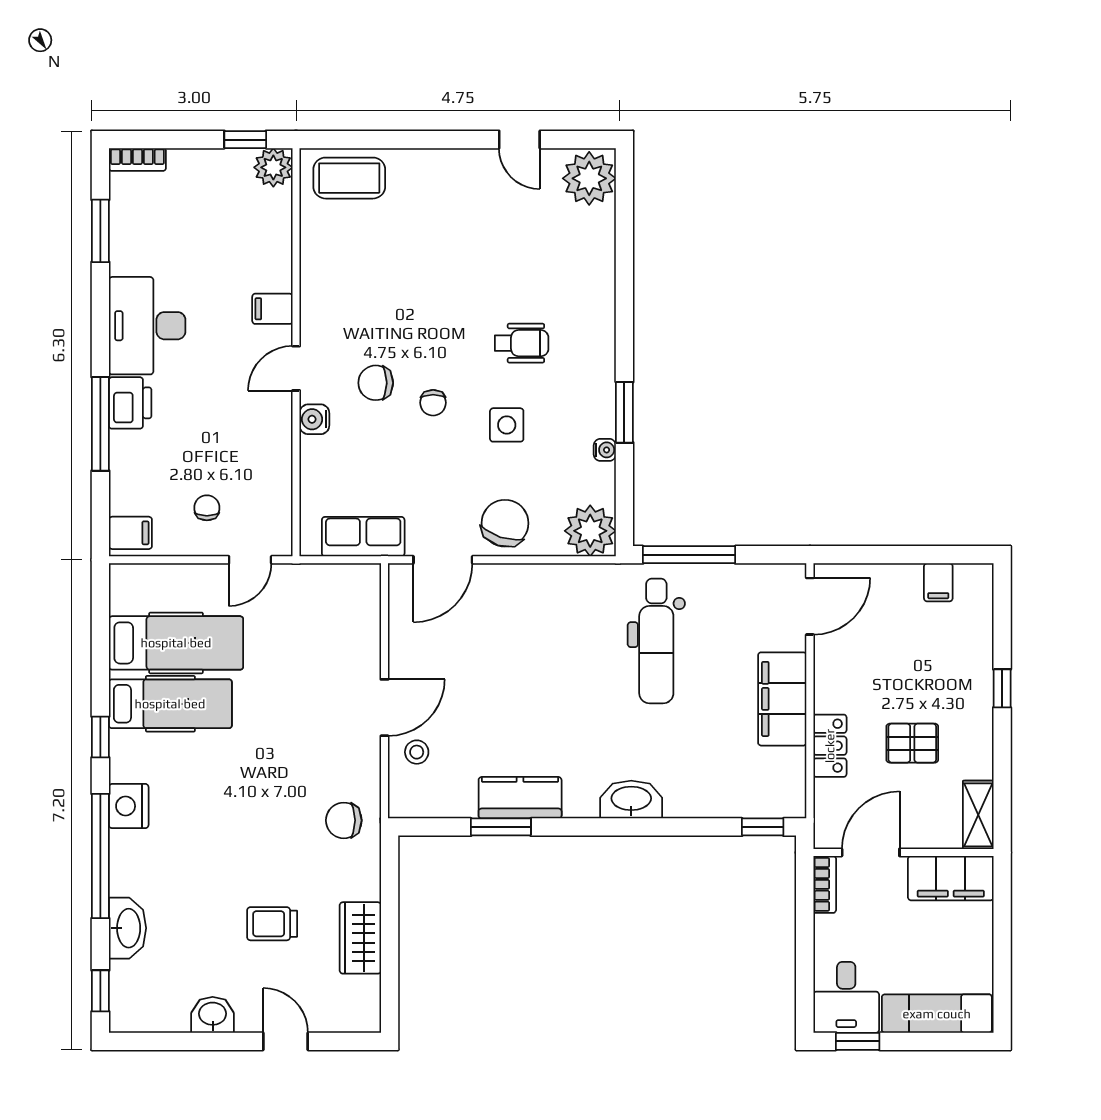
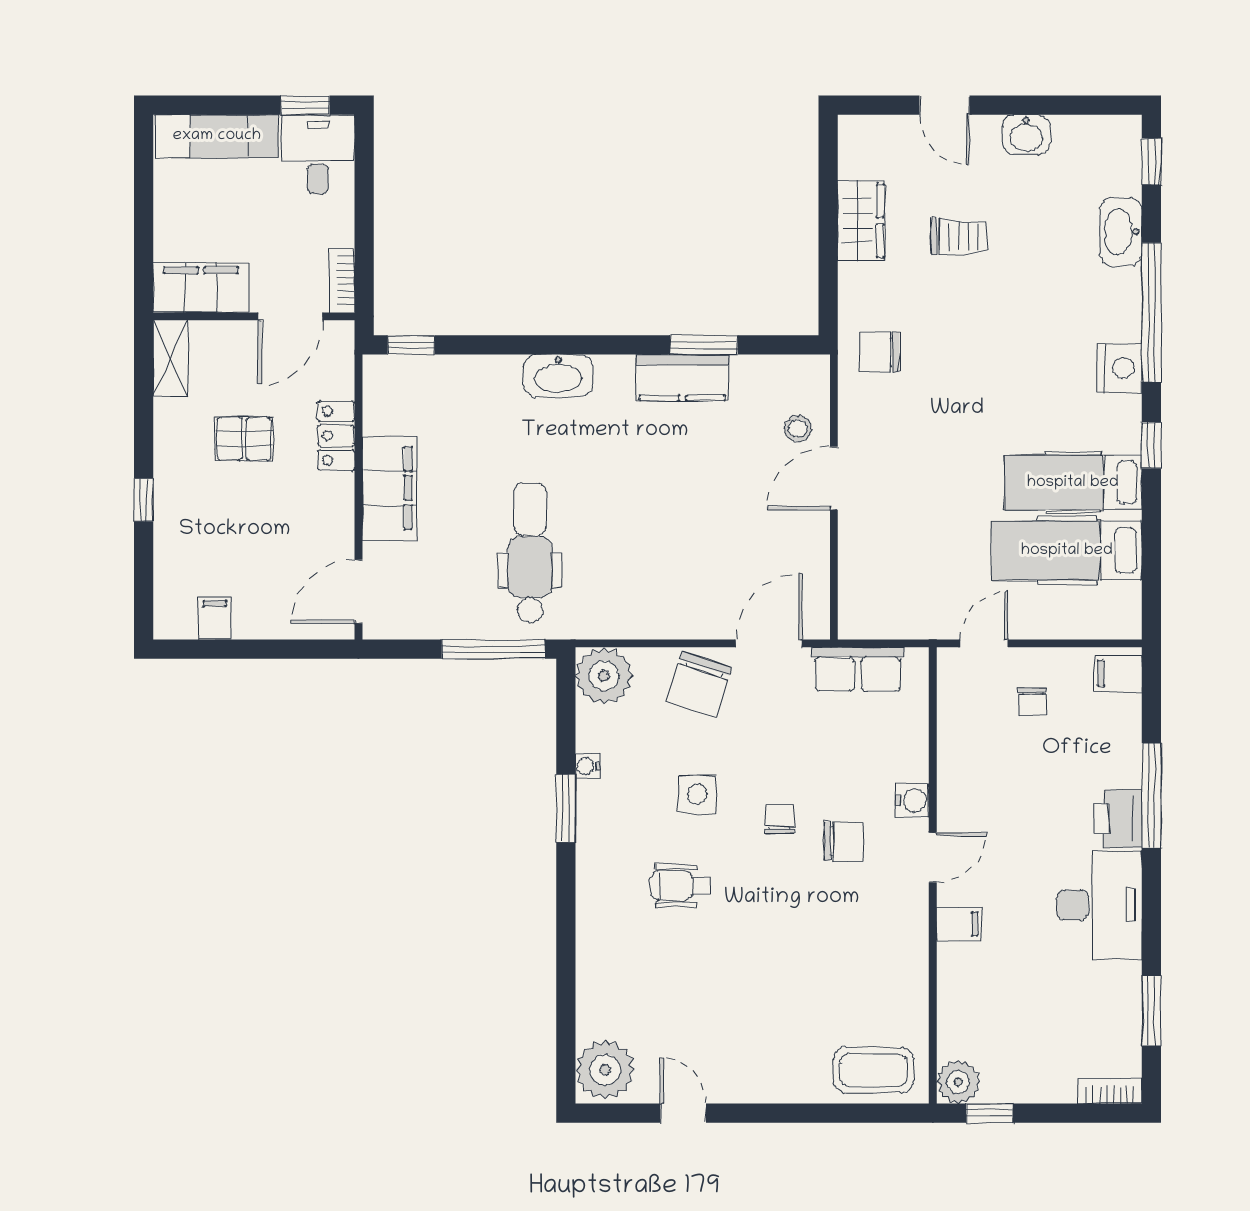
chair: (344, 820) -> (879, 352), turned 180

